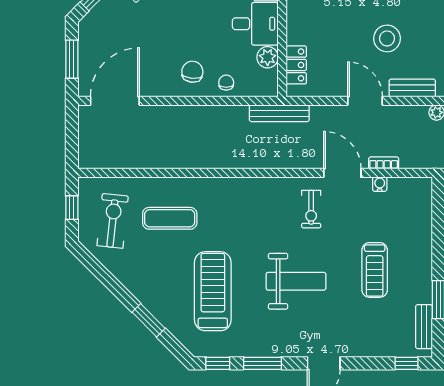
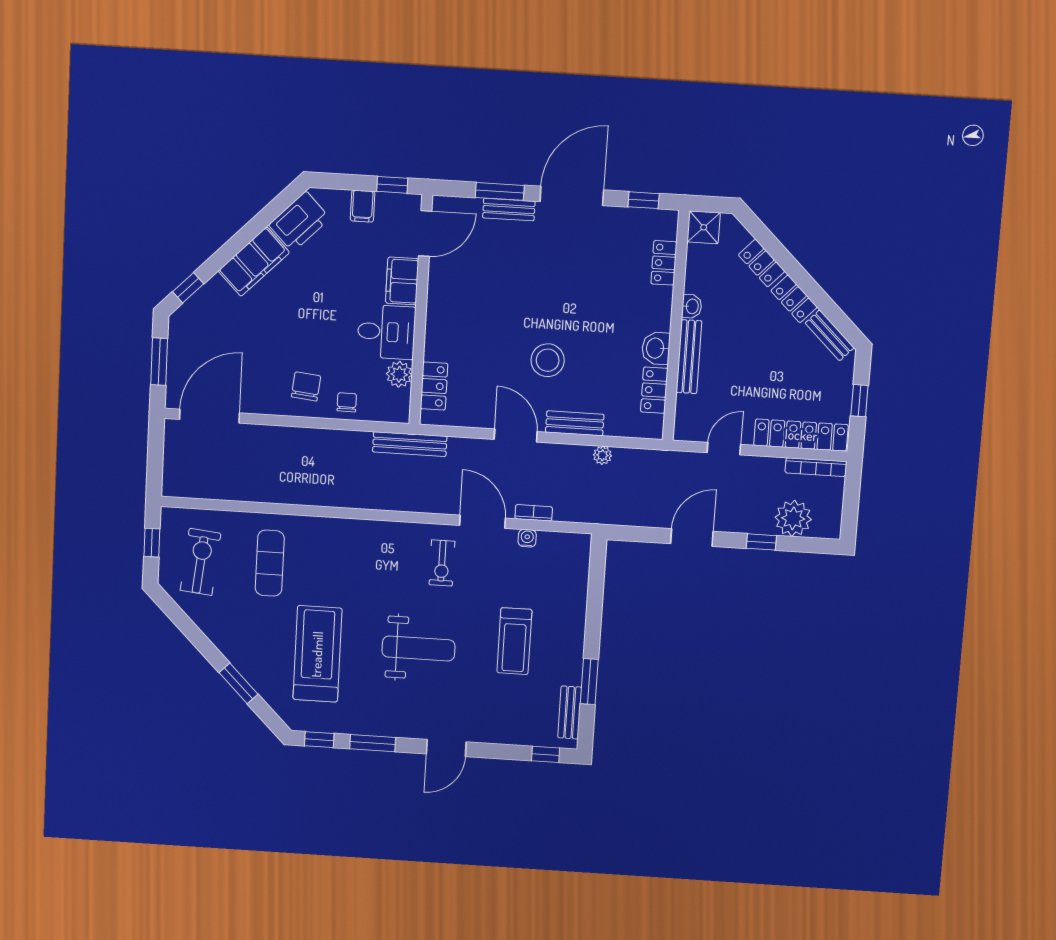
exercise mat: (170, 218) -> (270, 563), turned 90

